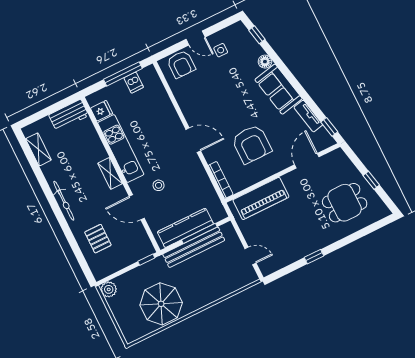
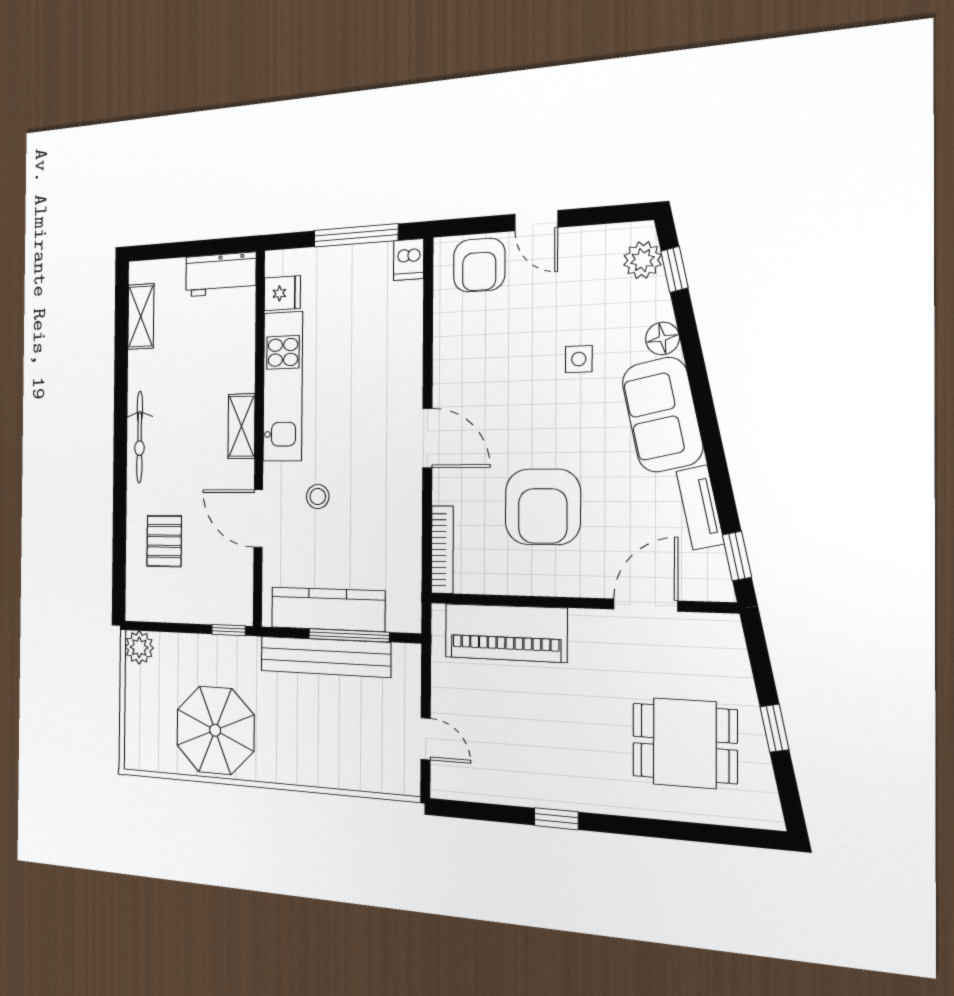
plant: (244, 36) -> (642, 260), added
side table: (221, 50) -> (579, 359), moved
dishwasher: (134, 83) -> (409, 260), moved

